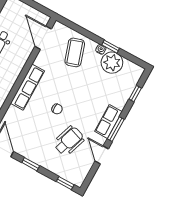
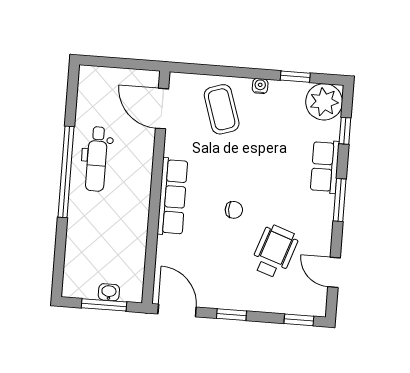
window: (111, 47) -> (295, 77), moved
plant: (112, 63) -> (324, 102), moved
row of seats: (108, 122) -> (325, 167), moved
door: (102, 155) -> (334, 272), moved

